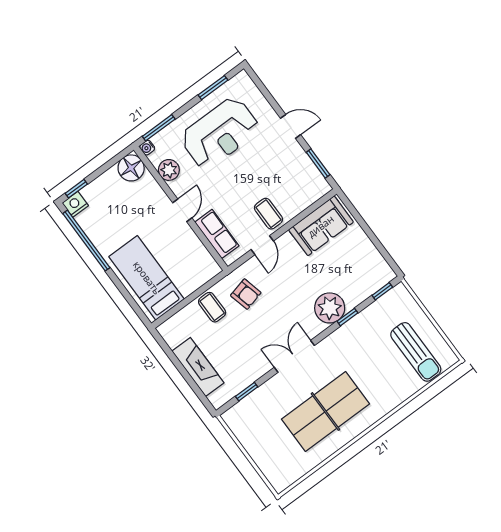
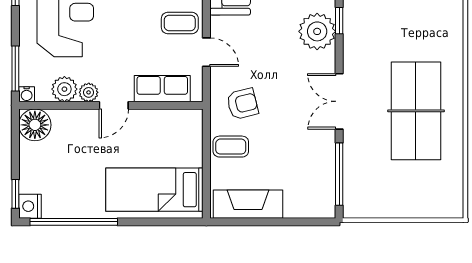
plant: (178, 187) -> (89, 92), added
door: (182, 210) -> (114, 105), swing flipped
fireplace: (198, 367) -> (248, 204), moved
window: (247, 392) -> (339, 174), width x2.17

